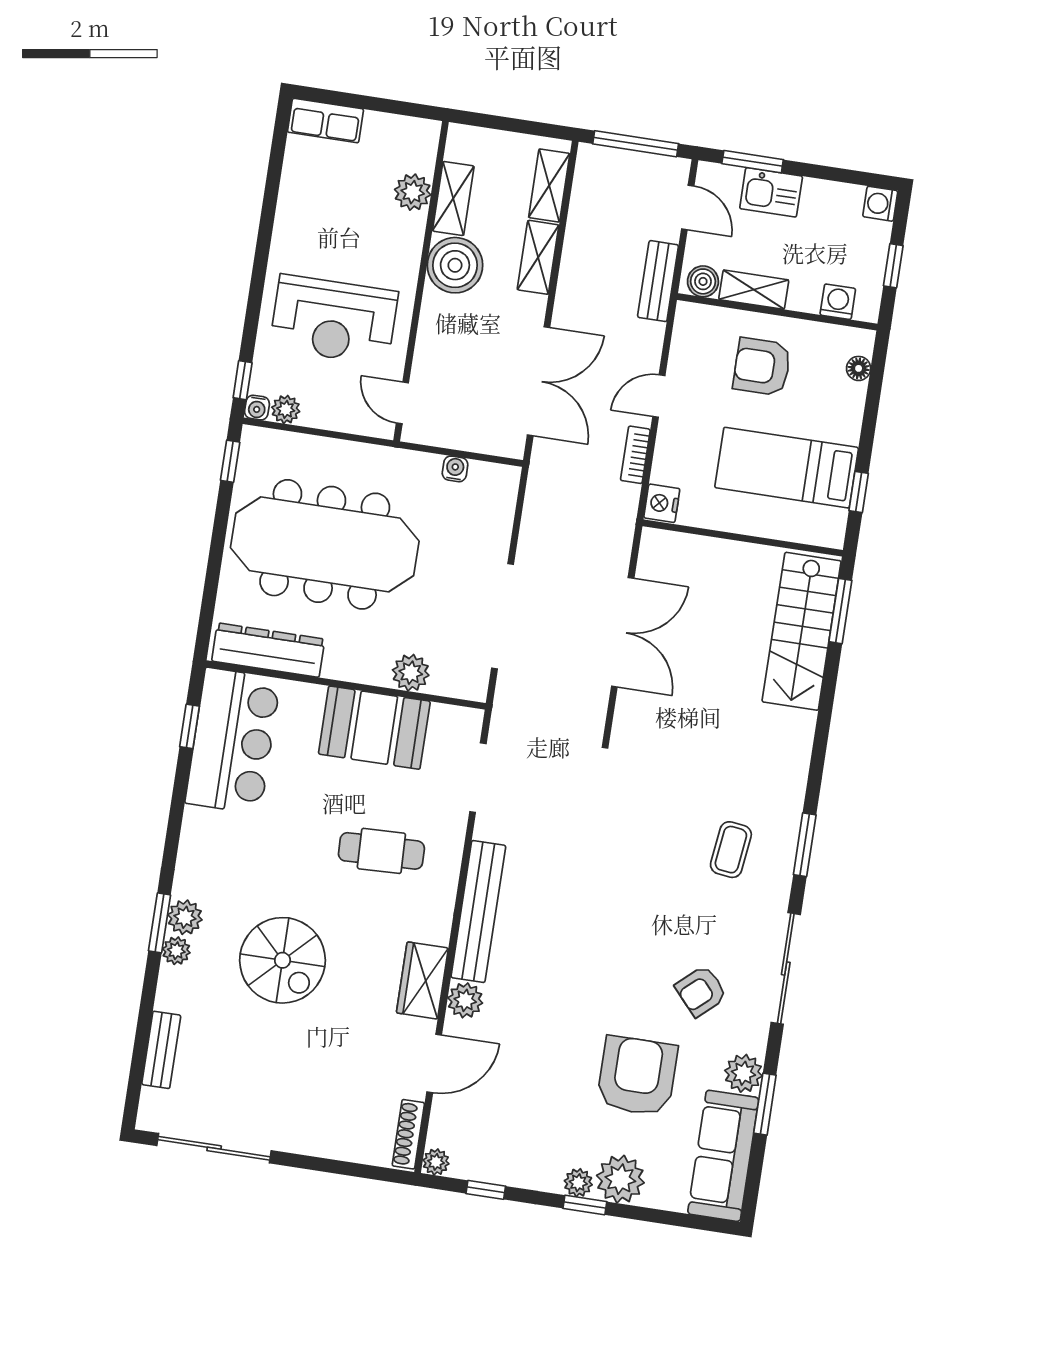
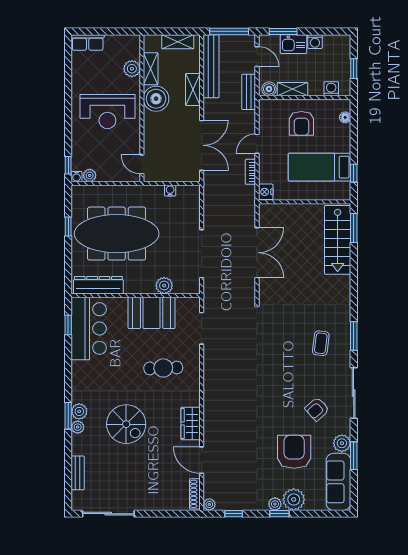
shelving: (549, 186) -> (178, 42), moved, turned 90
washing machine: (880, 204) -> (315, 42), moved, turned -90
reception desk: (334, 320) -> (107, 112), moved
armchair: (762, 367) -> (301, 123), turned -90
window: (230, 461) -> (68, 226), moved
bench: (478, 911) -> (211, 66), moved
plant: (465, 1000) -> (211, 430), removed
door: (434, 1063) -> (202, 460), swing flipped

